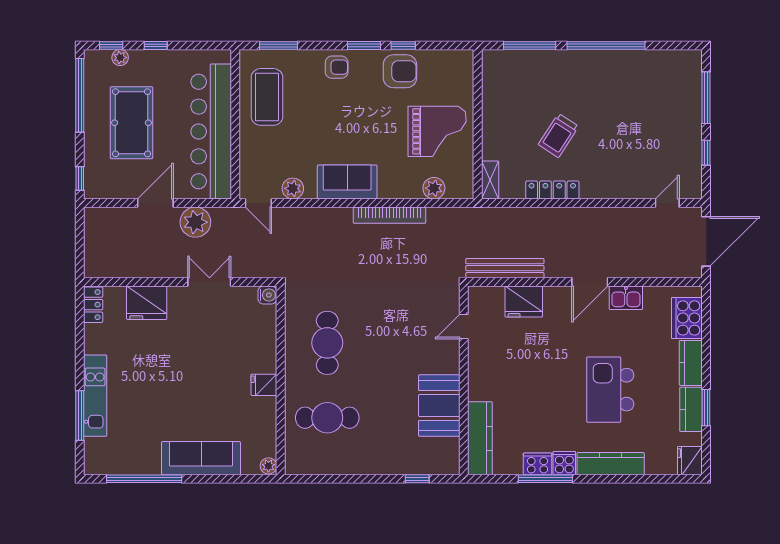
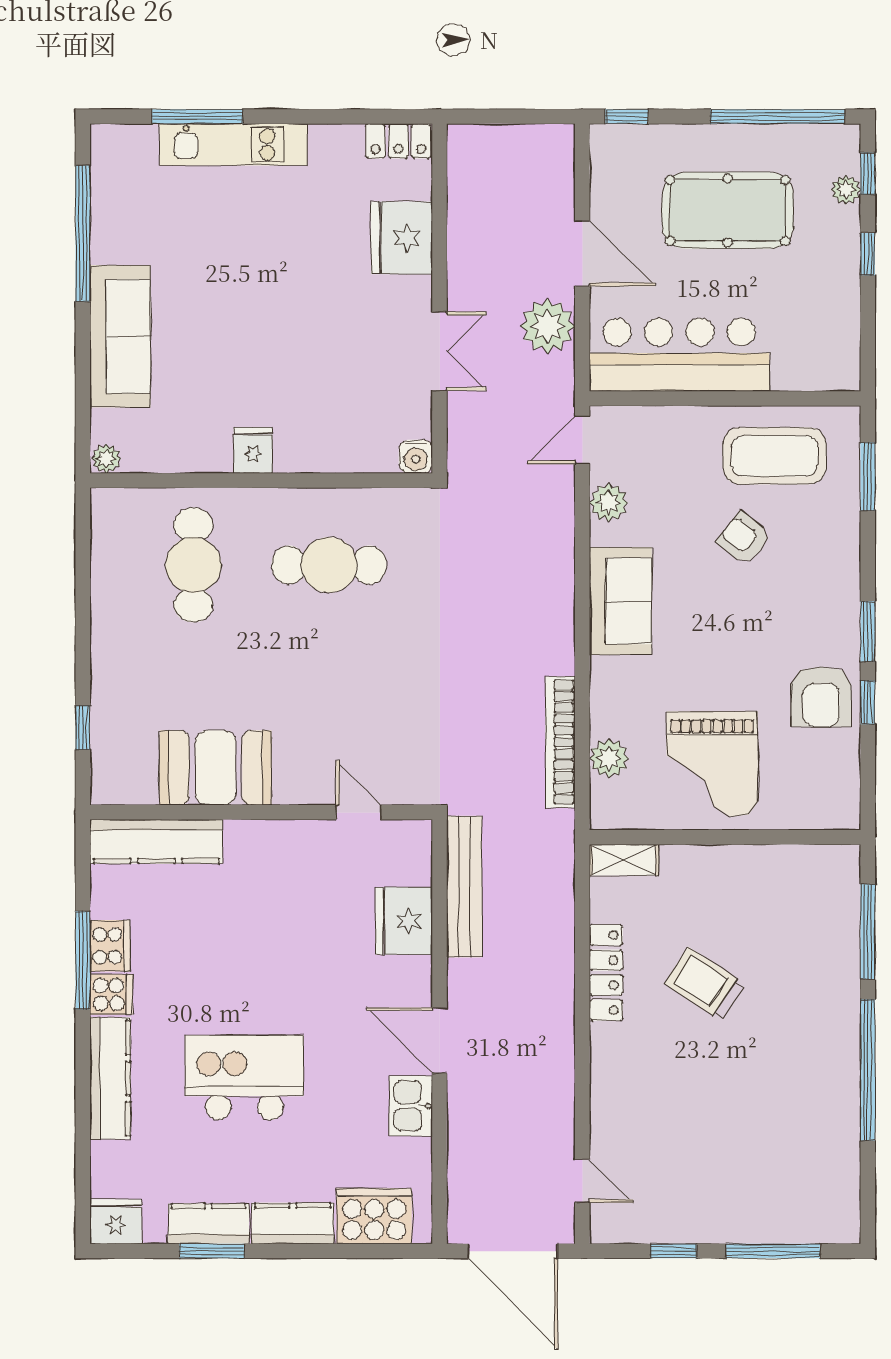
armchair: (337, 67) -> (744, 538), moved, turned 128
bar counter: (211, 131) -> (679, 355), width x0.73
bookcase: (390, 215) -> (560, 742), moved

